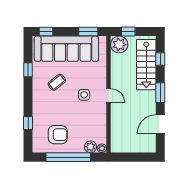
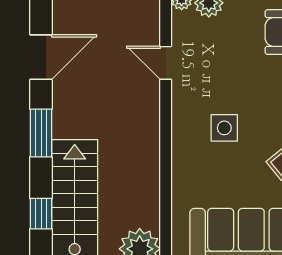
door: (108, 96) -> (166, 63), moved

